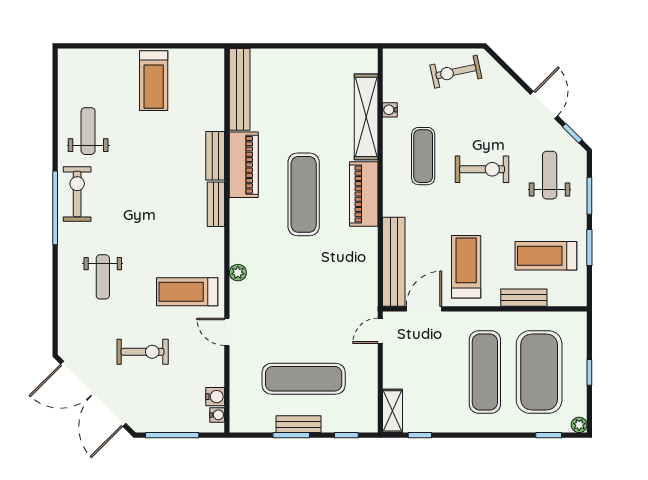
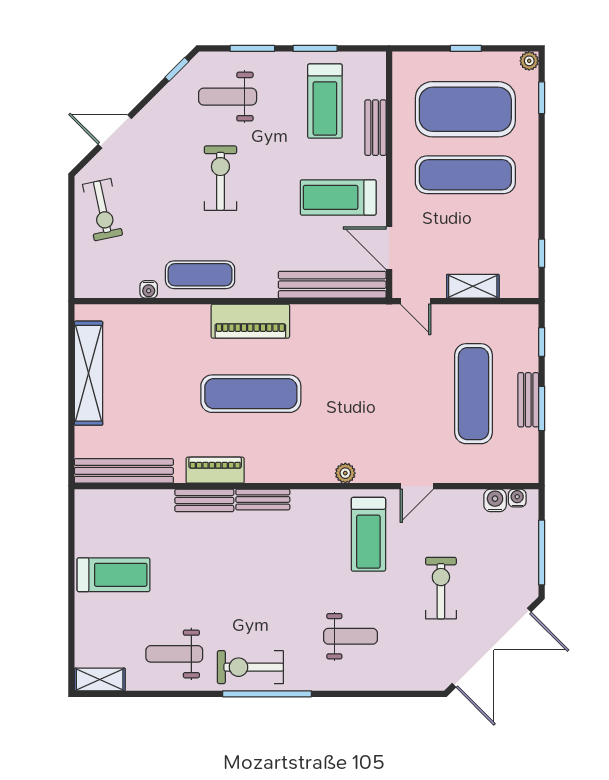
shelving: (67, 69) -> (100, 679), added
door: (544, 105) -> (115, 132), moved
shelving: (366, 117) -> (89, 373), moved, turned 90
exercise mat: (423, 156) -> (200, 275), moved
piano: (244, 165) -> (215, 470), width x0.73, depth x0.75
shelving: (393, 411) -> (473, 286), moved

